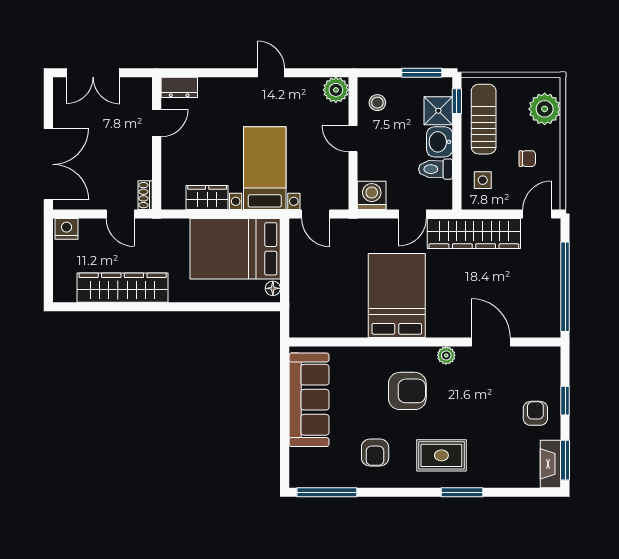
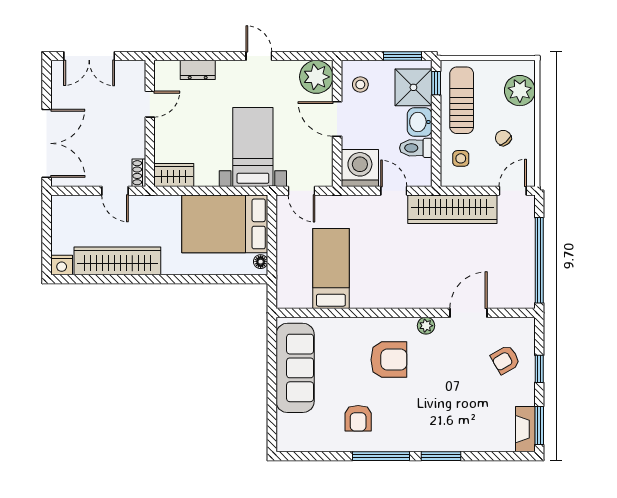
dresser: (179, 87) -> (198, 70), moved
plant: (336, 90) -> (316, 77), width x1.36, depth x1.36
shower: (438, 111) -> (413, 87), width x1.36, depth x1.36
door: (353, 139) -> (337, 119), width x1.38
chair: (527, 159) -> (503, 138), turned -131
washing machine: (372, 195) -> (360, 168), width x1.37, depth x1.37
wardrobe: (207, 197) -> (174, 175), moved
door: (412, 214) -> (394, 191), swing flipped
nightstand: (67, 229) -> (62, 265), moved, turned 180
bed: (397, 295) -> (331, 268), moved, width x0.67
door: (491, 342) -> (468, 313), hinge flipped
armchair: (535, 413) -> (505, 360), moved, turned -120
rug: (441, 455) -> (421, 421), removed
window: (327, 492) -> (381, 456), moved

